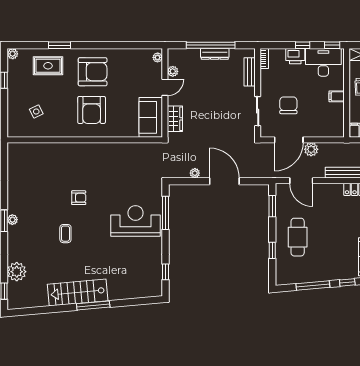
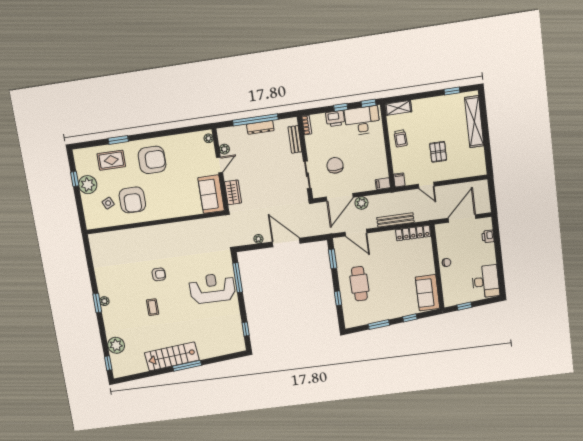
plant: (13, 54) -> (88, 185), moved, width x1.87, depth x1.87
filing cabinet: (337, 96) -> (383, 184), moved
armchair: (92, 110) -> (132, 200), moved
window: (313, 286) -> (379, 325), width x0.69

